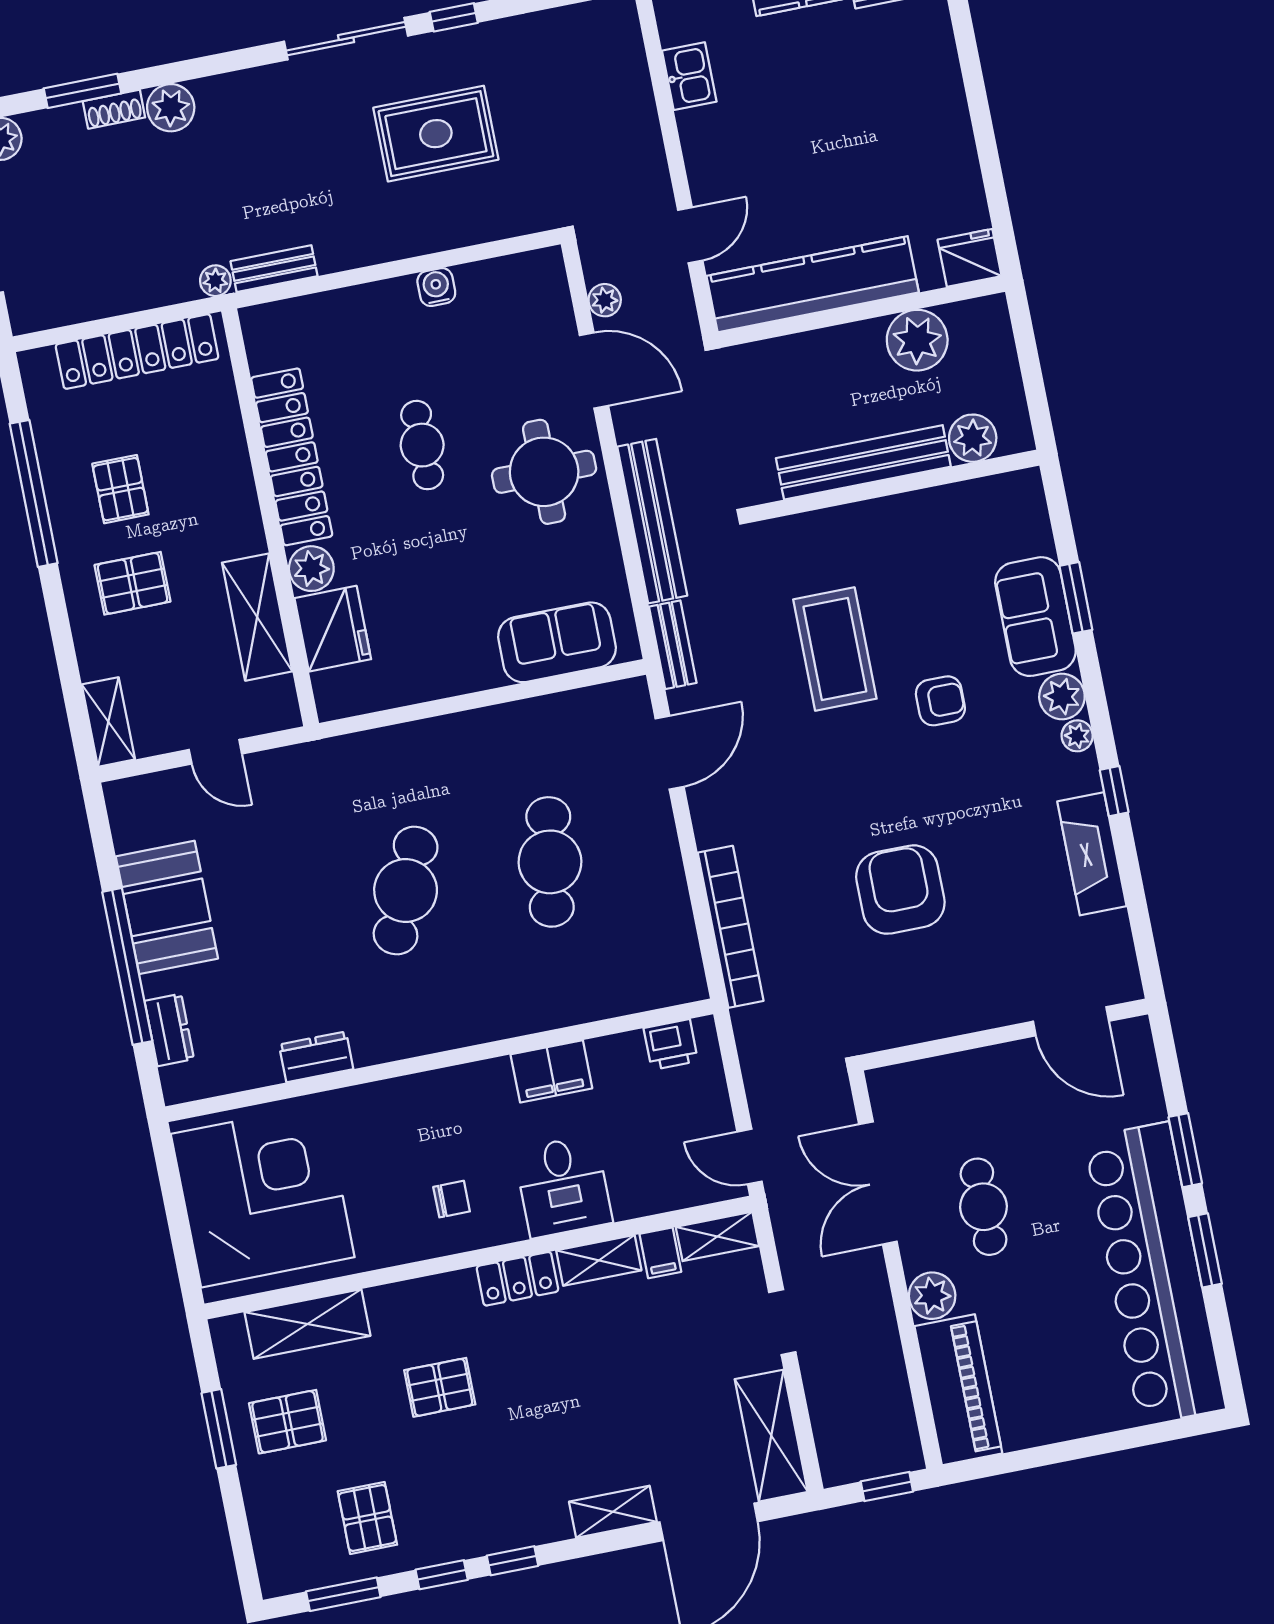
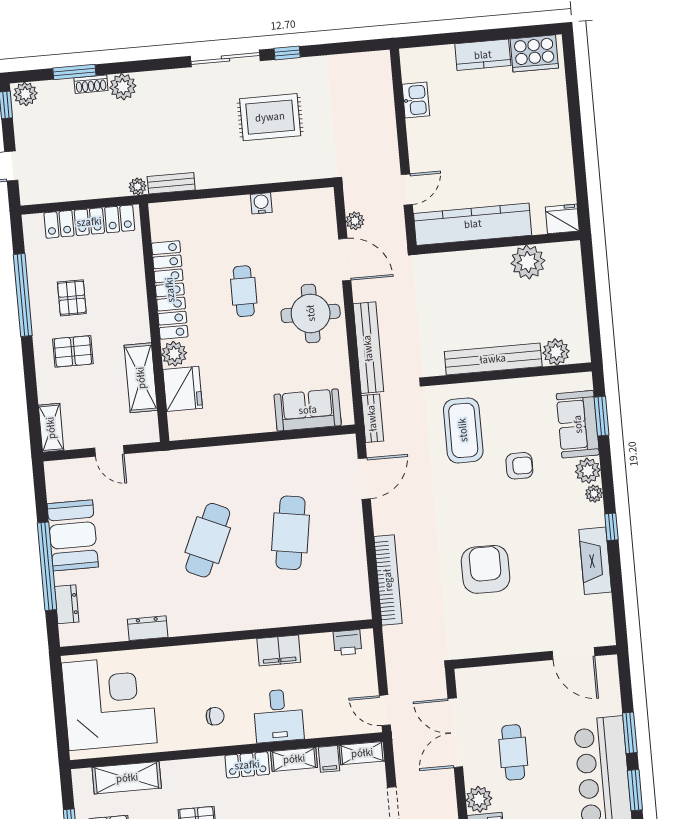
plant: (973, 438) -> (556, 352), moved
bench: (863, 462) -> (493, 359), moved
wall: (896, 486) -> (510, 374), moved

